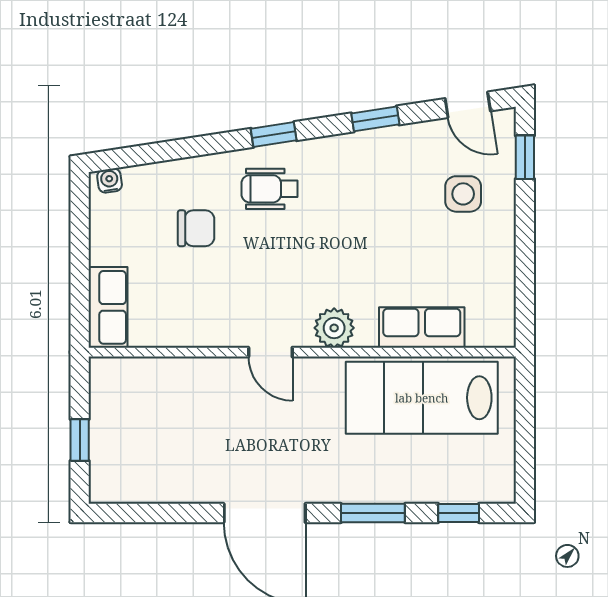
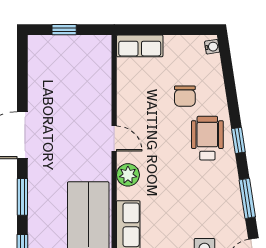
window: (375, 119) -> (247, 198), width x1.50
wheelchair: (270, 189) -> (207, 138), width x1.36, depth x1.37
door: (270, 352) -> (114, 139), swing flipped

